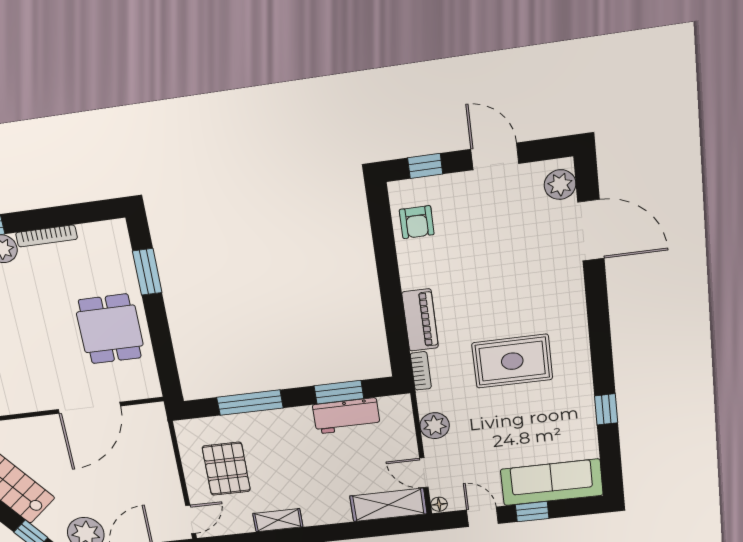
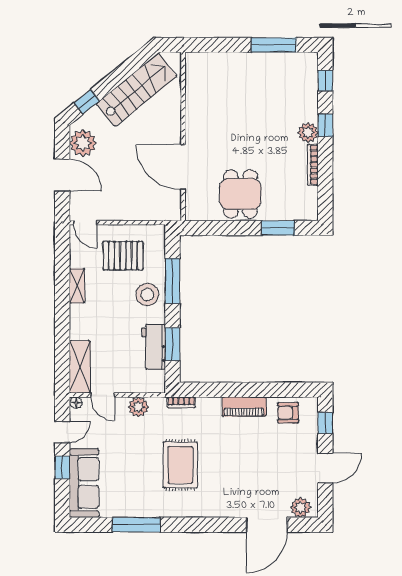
piano: (420, 320) -> (244, 407), moved
dining table: (110, 329) -> (240, 194), turned 90
window: (606, 409) -> (136, 525), width x2.17
stool: (274, 432) -> (147, 295), added
door: (424, 473) -> (103, 395), swing flipped

